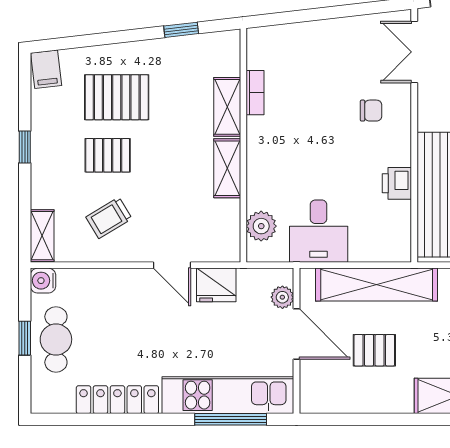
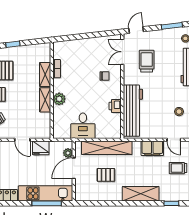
window: (181, 30) -> (13, 44), moved
plant: (261, 226) -> (59, 99), moved
door: (297, 334) -> (74, 168), swing flipped

